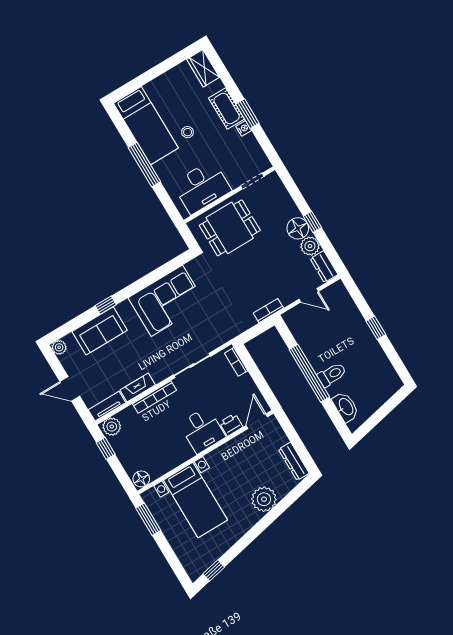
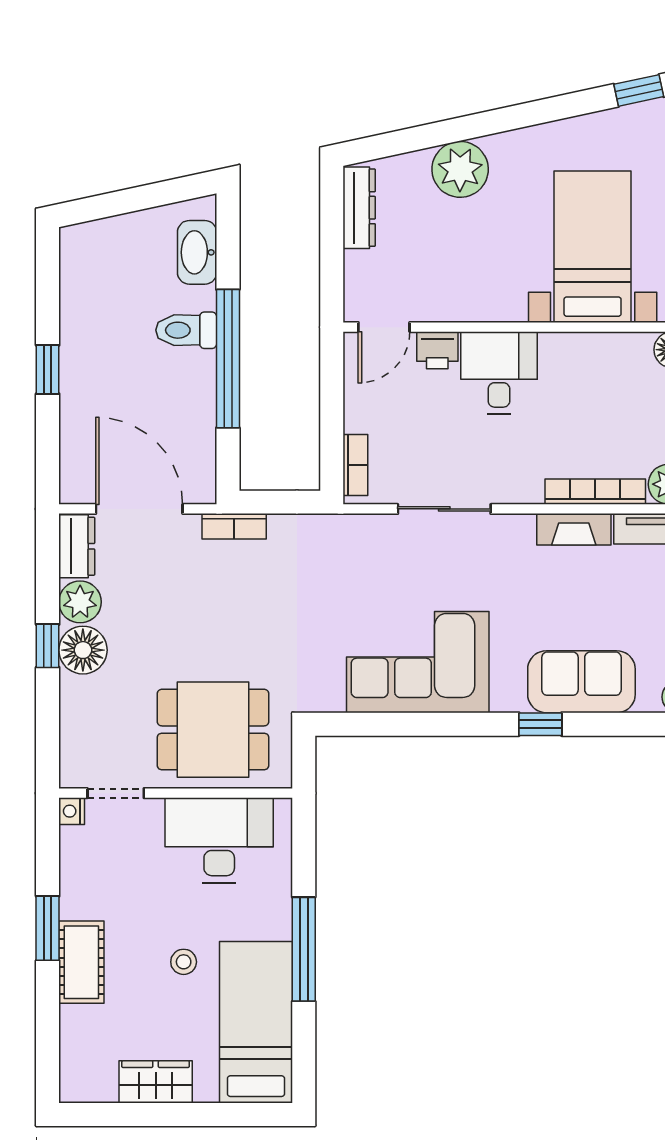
wardrobe: (203, 68) -> (156, 1082), moved, turned -90
nightstand: (244, 128) -> (72, 811), moved
door: (309, 295) -> (139, 509), width x1.88
bookcase: (154, 397) -> (595, 492), moved

